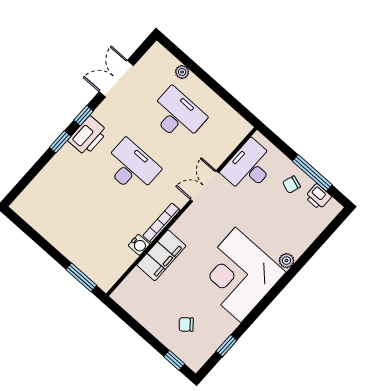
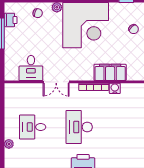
desk: (177, 115) -> (33, 127), width x0.73
desk: (249, 167) -> (31, 68), width x0.73
chair: (291, 185) -> (38, 13), moved

